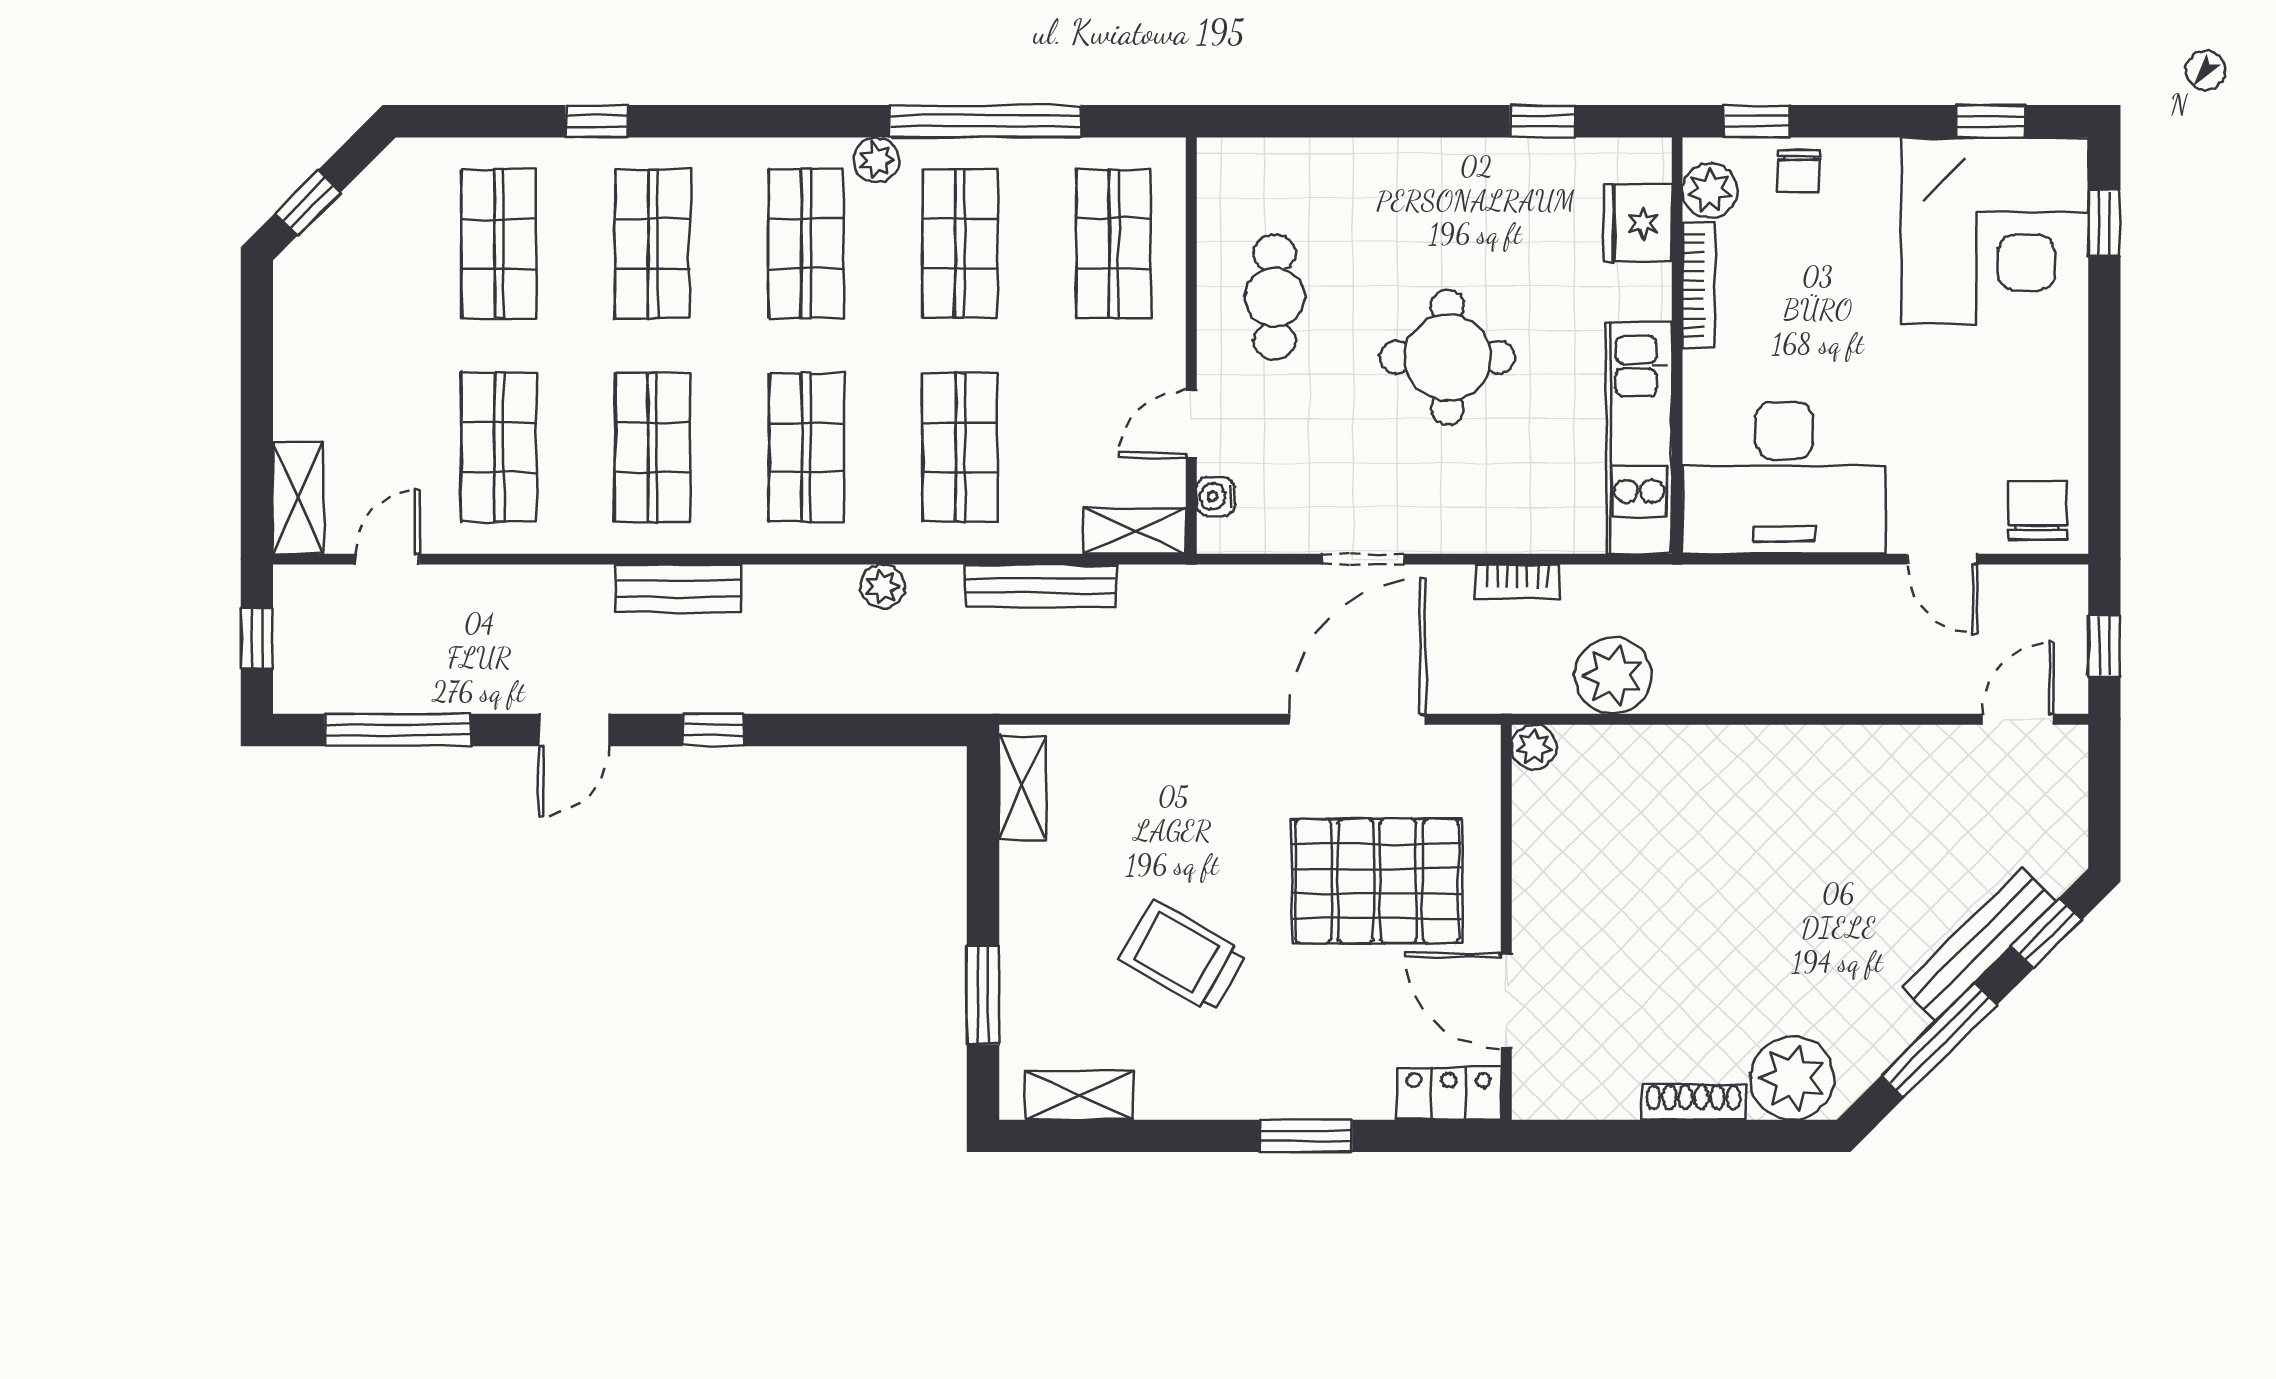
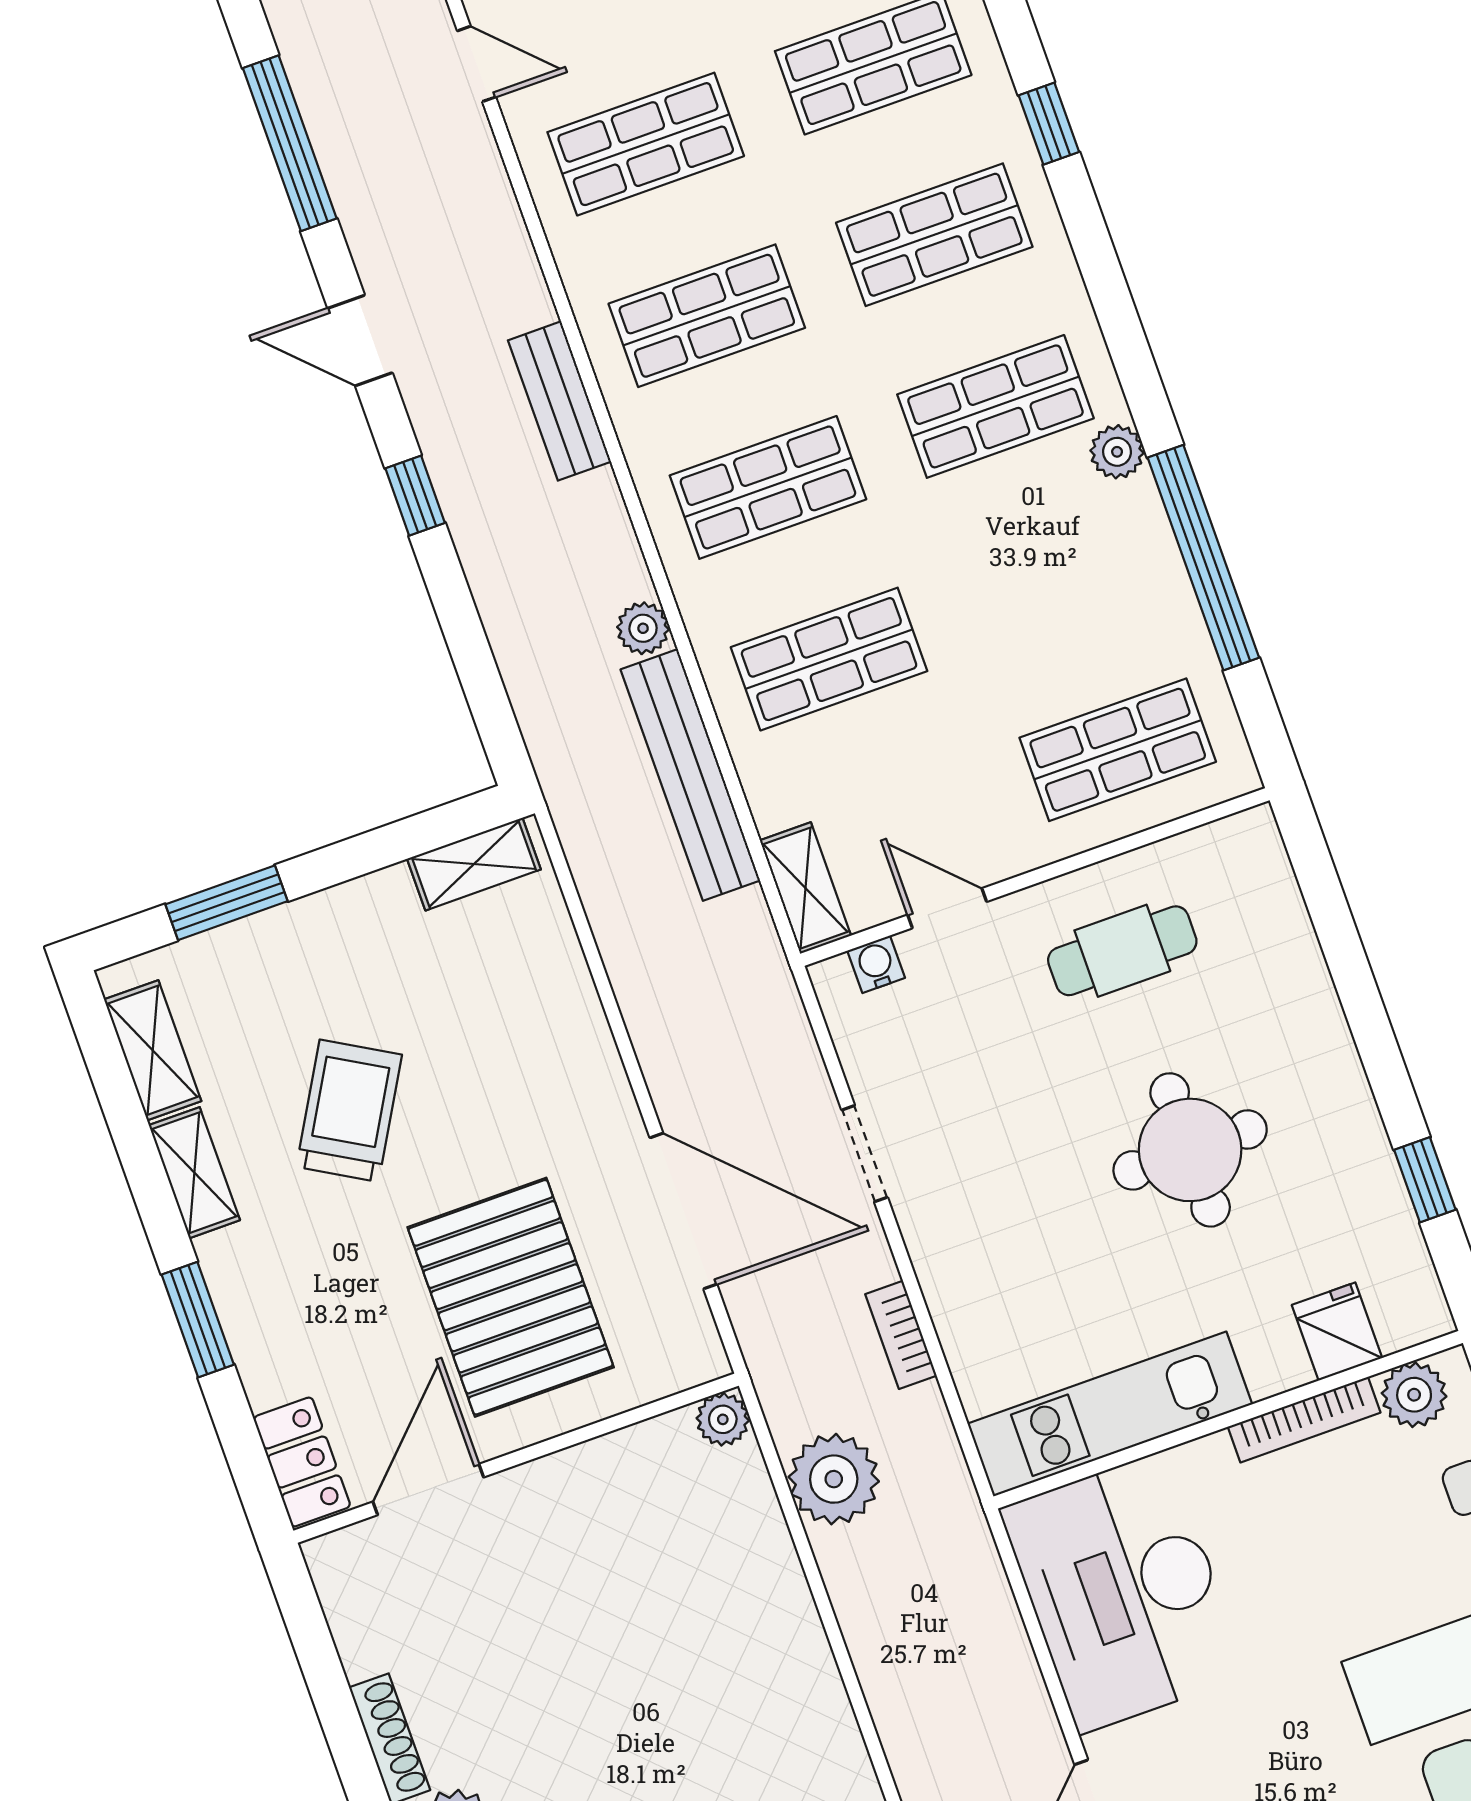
fridge: (1638, 223) -> (1337, 1332), width x0.72
shop shelf: (960, 244) -> (1057, 578), removed
round table: (1447, 357) -> (1190, 1150), moved
bench: (1041, 586) -> (690, 775), width x1.37, depth x1.21
shelving: (1188, 1097) -> (194, 1173), added

